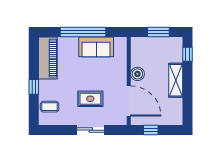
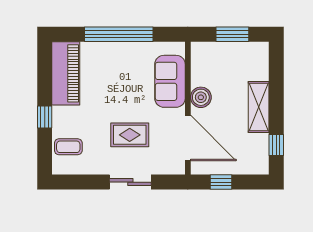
sofa: (96, 47) -> (170, 81), moved, turned 90
window: (187, 54) -> (276, 145), moved

